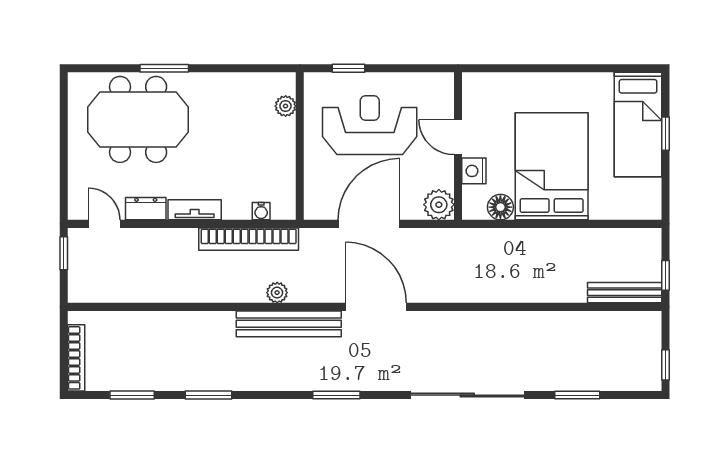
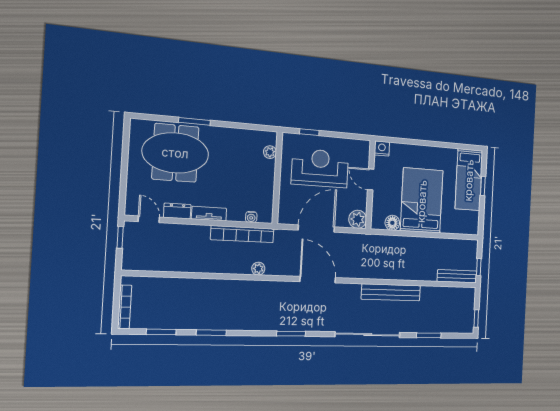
nightstand: (474, 171) -> (382, 149), moved, turned 90
bench: (289, 324) -> (391, 292), moved

